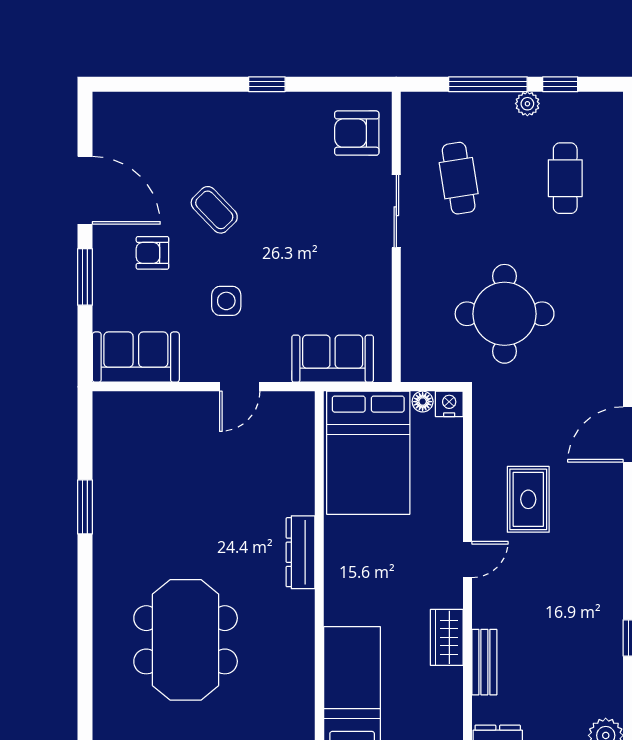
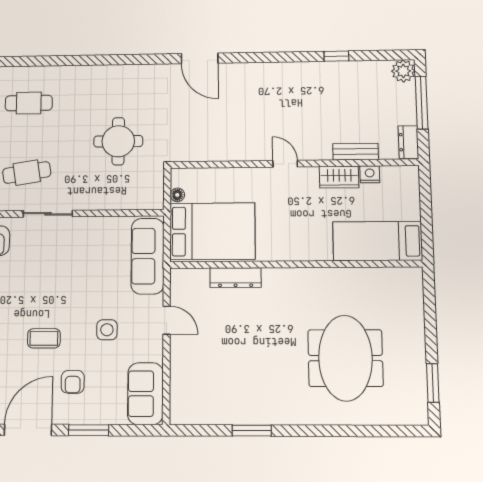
coffee table: (214, 210) -> (44, 338), turned 44
round table: (505, 314) -> (118, 141), width x0.73, depth x0.73
sofa: (333, 359) -> (148, 256), width x1.36
nightstand: (449, 404) -> (370, 174), moved, turned 90
rug: (528, 499) -> (244, 124), removed
dresser: (300, 552) -> (236, 278), moved
meeting table: (186, 640) -> (345, 358), turned 90

